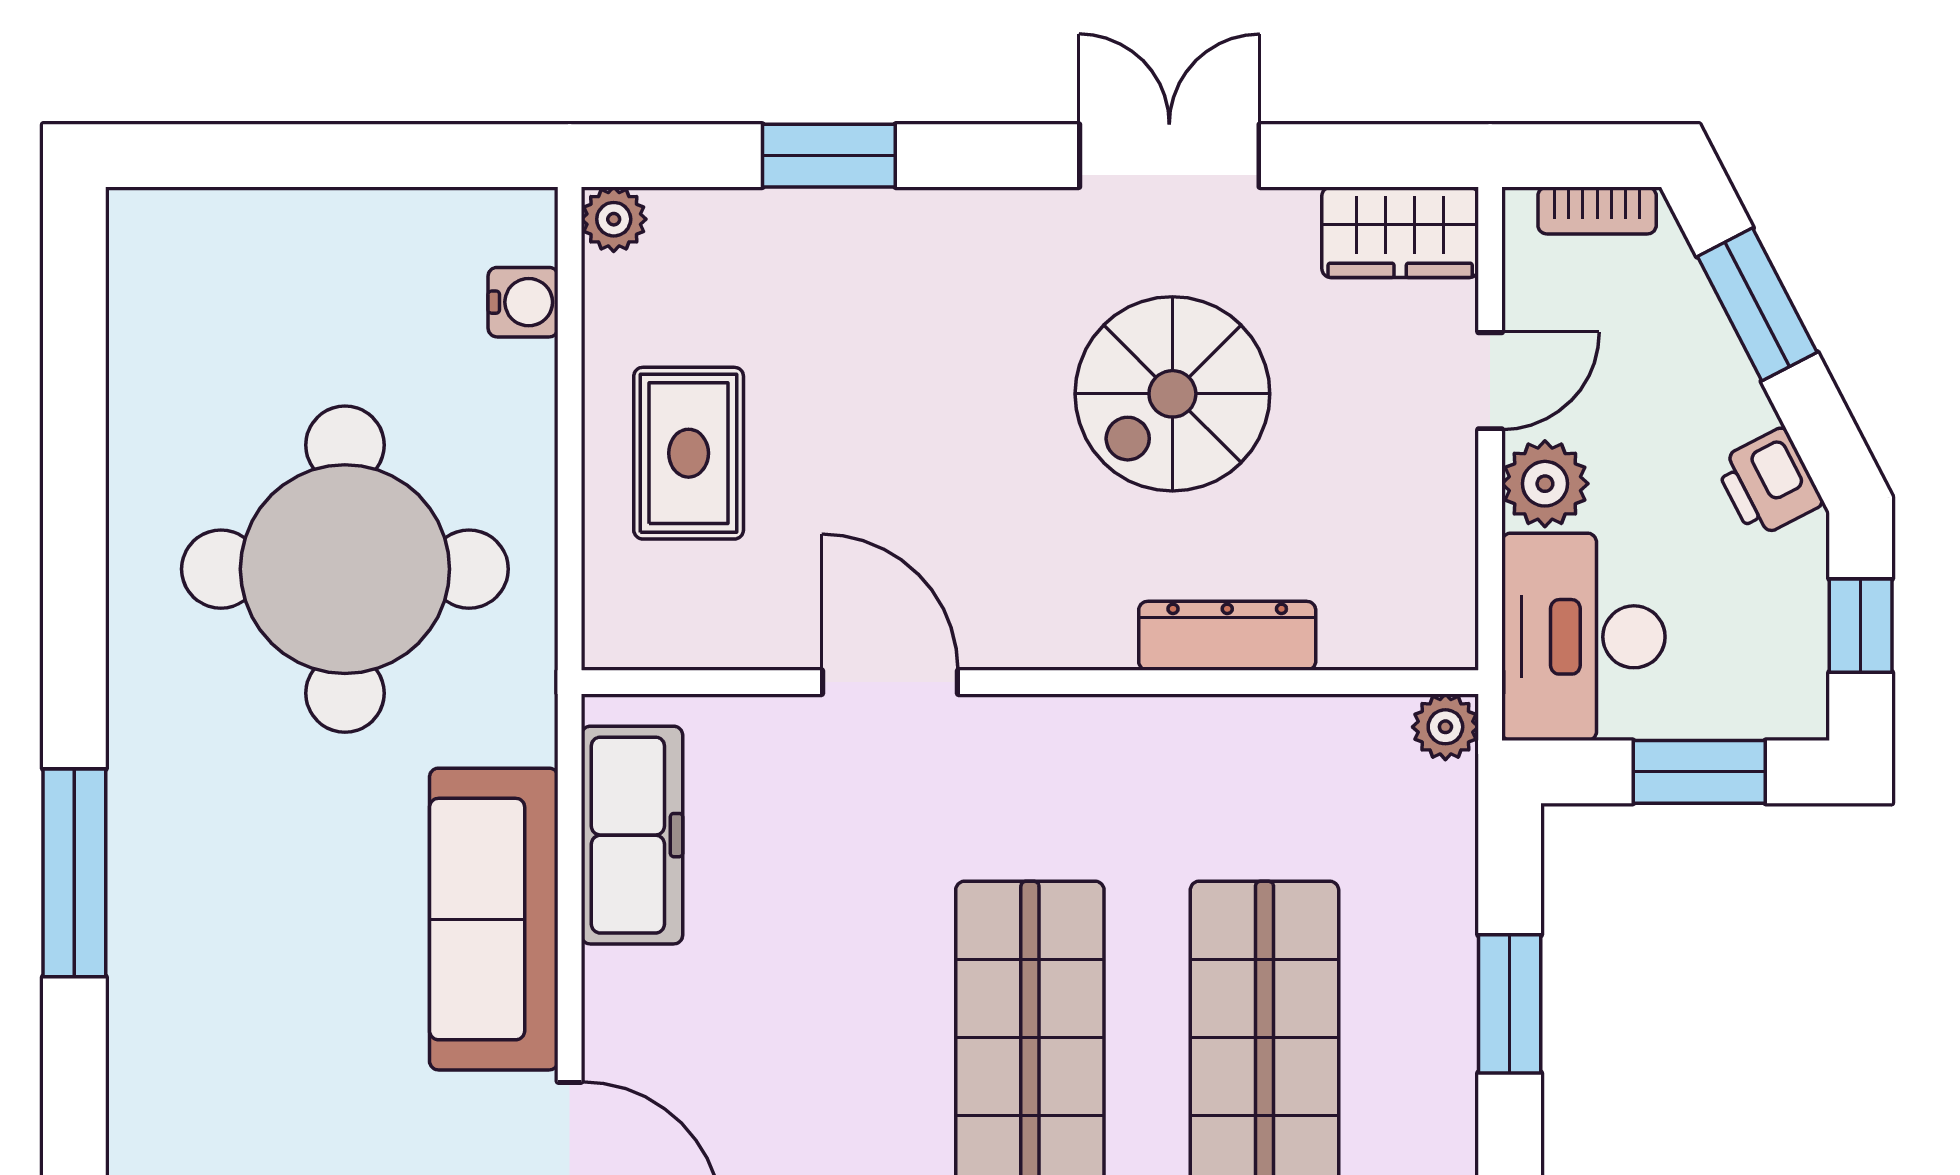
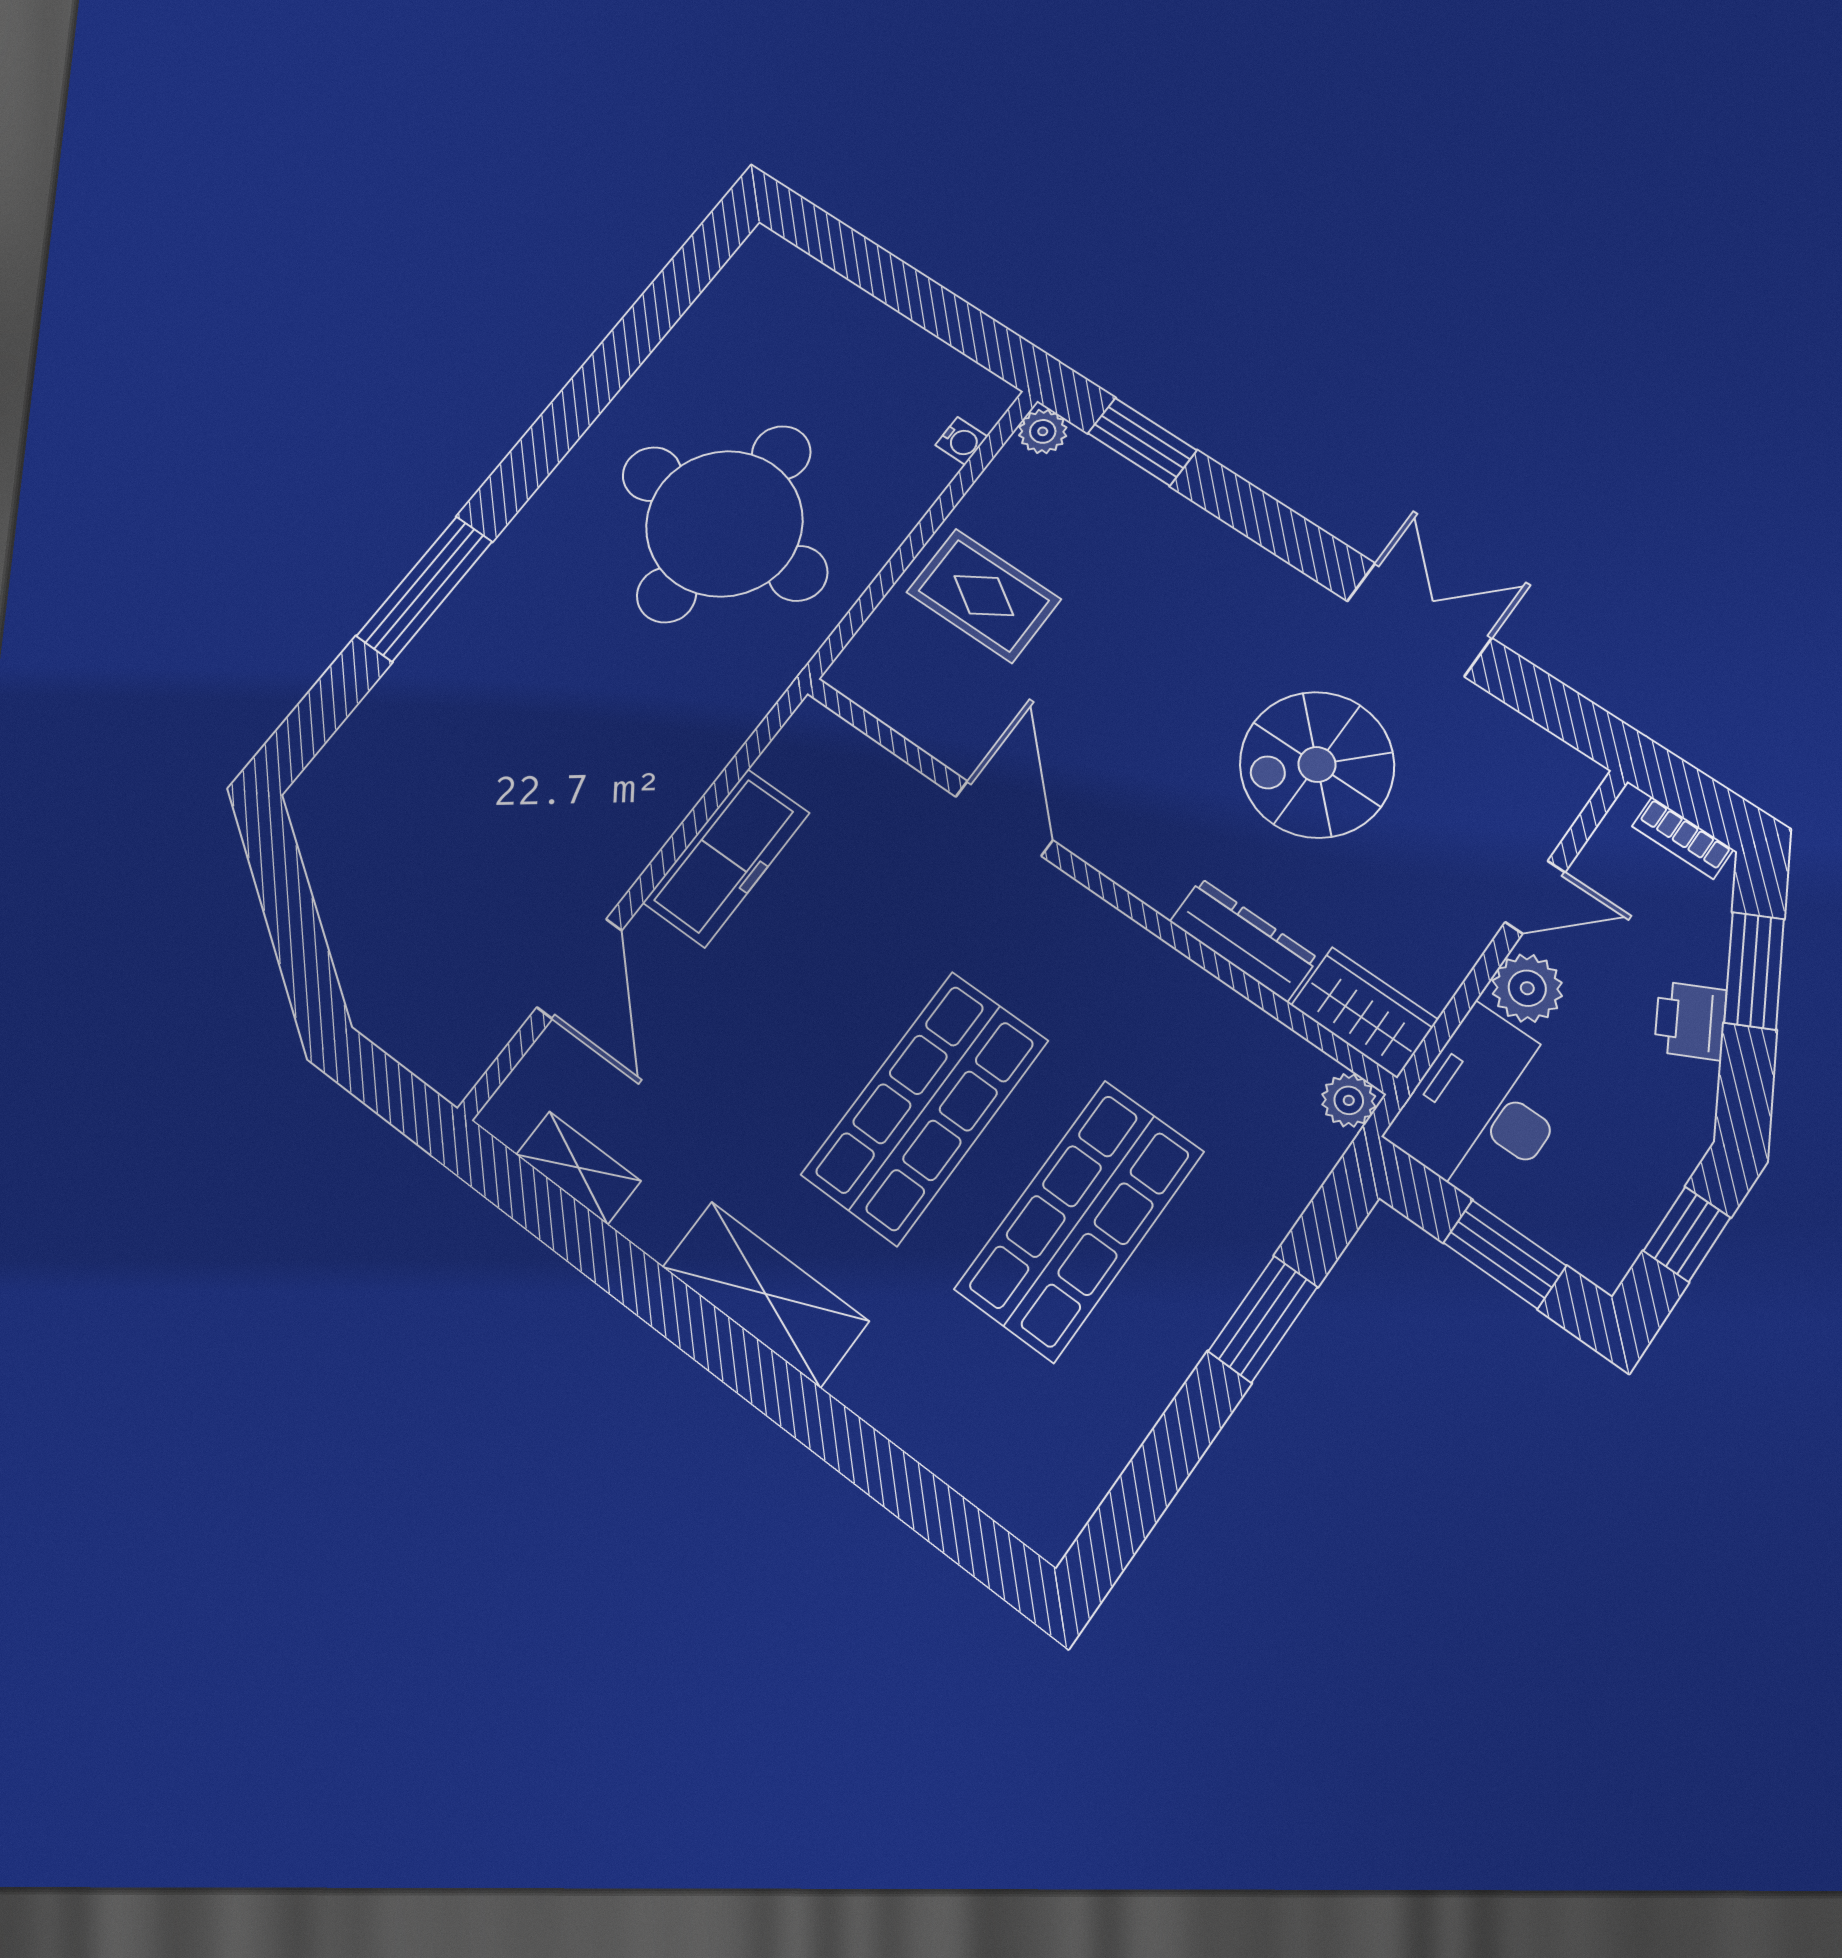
window: (829, 156) -> (1142, 442), moved
wardrobe: (1400, 232) -> (1365, 1012), moved, turned 180
water cooler: (523, 302) -> (961, 441), width x0.72, depth x0.72
rug: (689, 453) -> (984, 596), turned 90
printer: (1769, 483) -> (1690, 1021), moved
freezer: (632, 835) -> (726, 858), moved
sofa: (494, 919) -> (648, 791), removed

